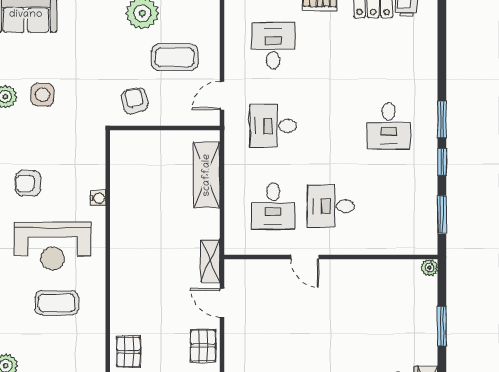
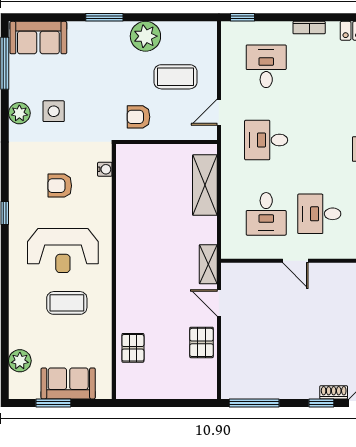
armchair: (135, 101) -> (139, 117), turned -77
armchair: (28, 183) -> (60, 186), moved
water cooler: (98, 198) -> (105, 169), moved

